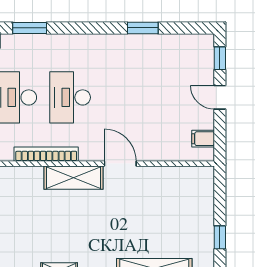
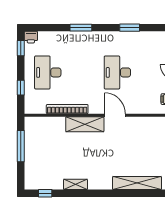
window: (30, 28) -> (81, 28), moved
desk: (70, 97) -> (117, 72), moved

